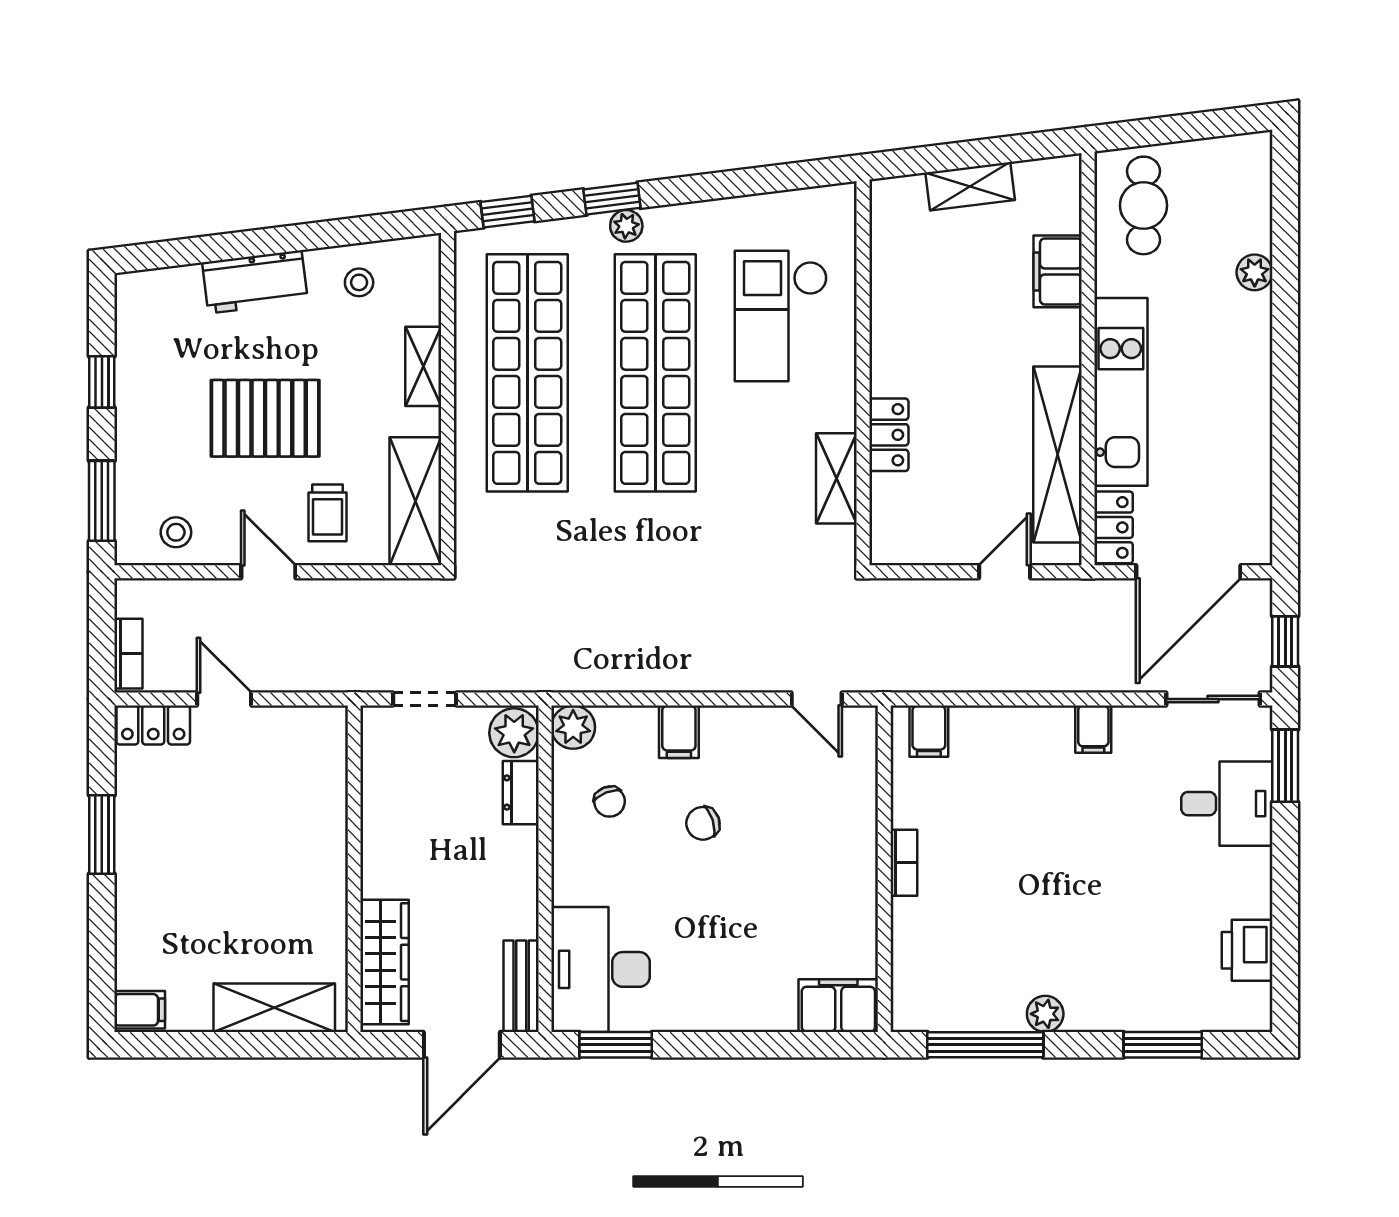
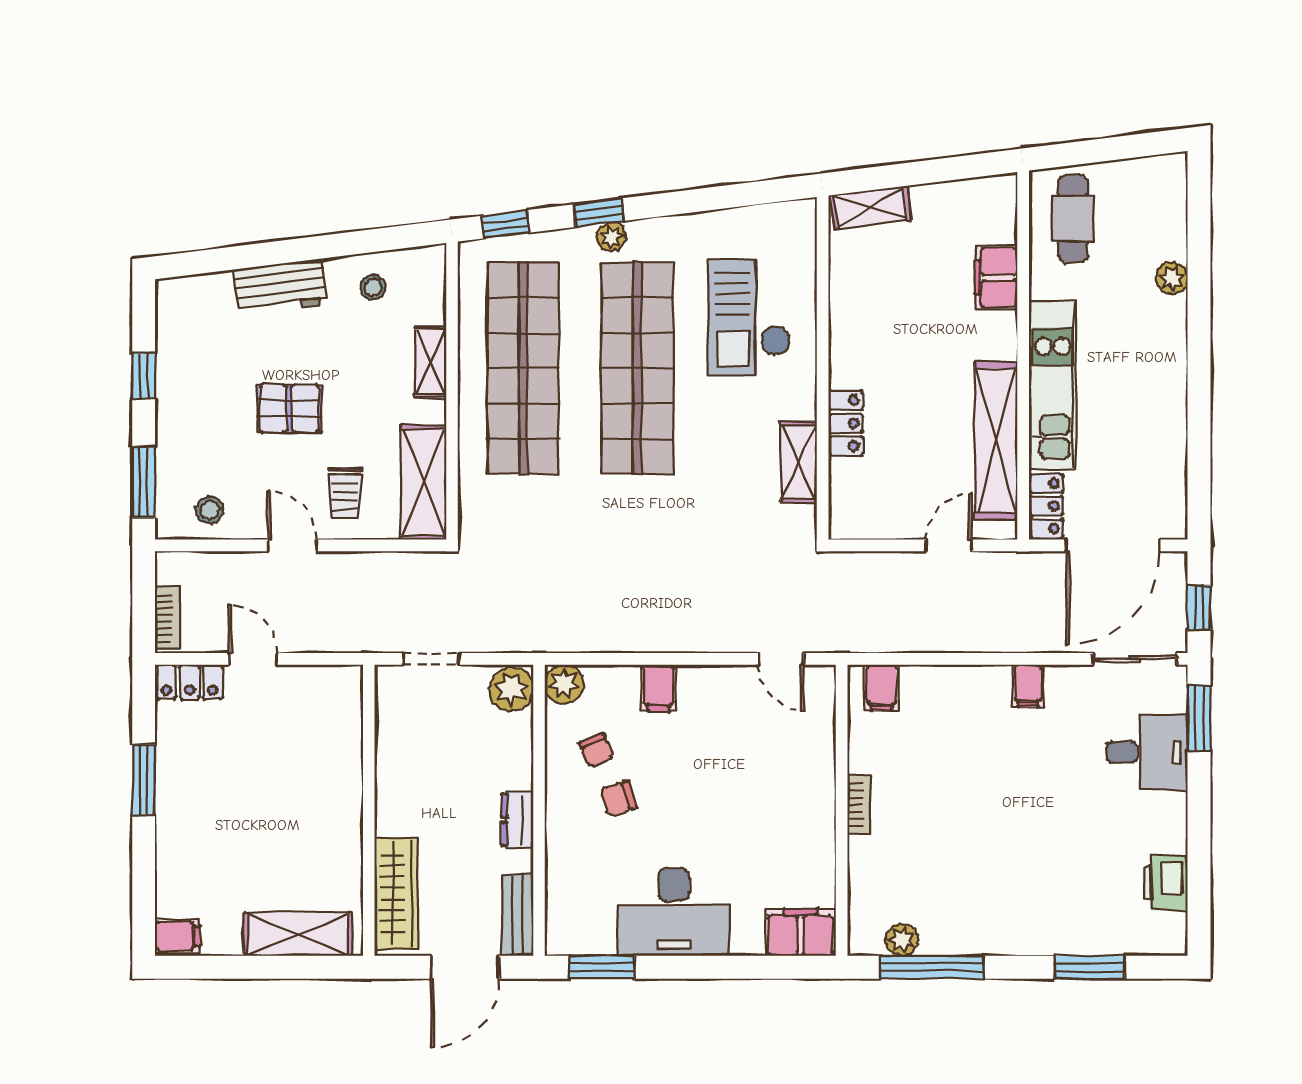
shelving: (970, 186) -> (870, 208), moved
pallet: (265, 418) -> (289, 409), width x0.67, depth x0.71
dresser: (521, 793) -> (517, 820), moved
chair: (703, 823) -> (618, 799), moved
desk: (601, 969) -> (674, 912), moved, turned -90
plant: (1045, 1014) -> (902, 940), moved

